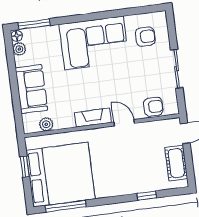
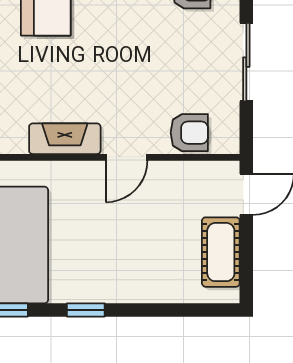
door: (124, 123) -> (127, 157), swing flipped
window: (147, 196) -> (86, 310), moved

